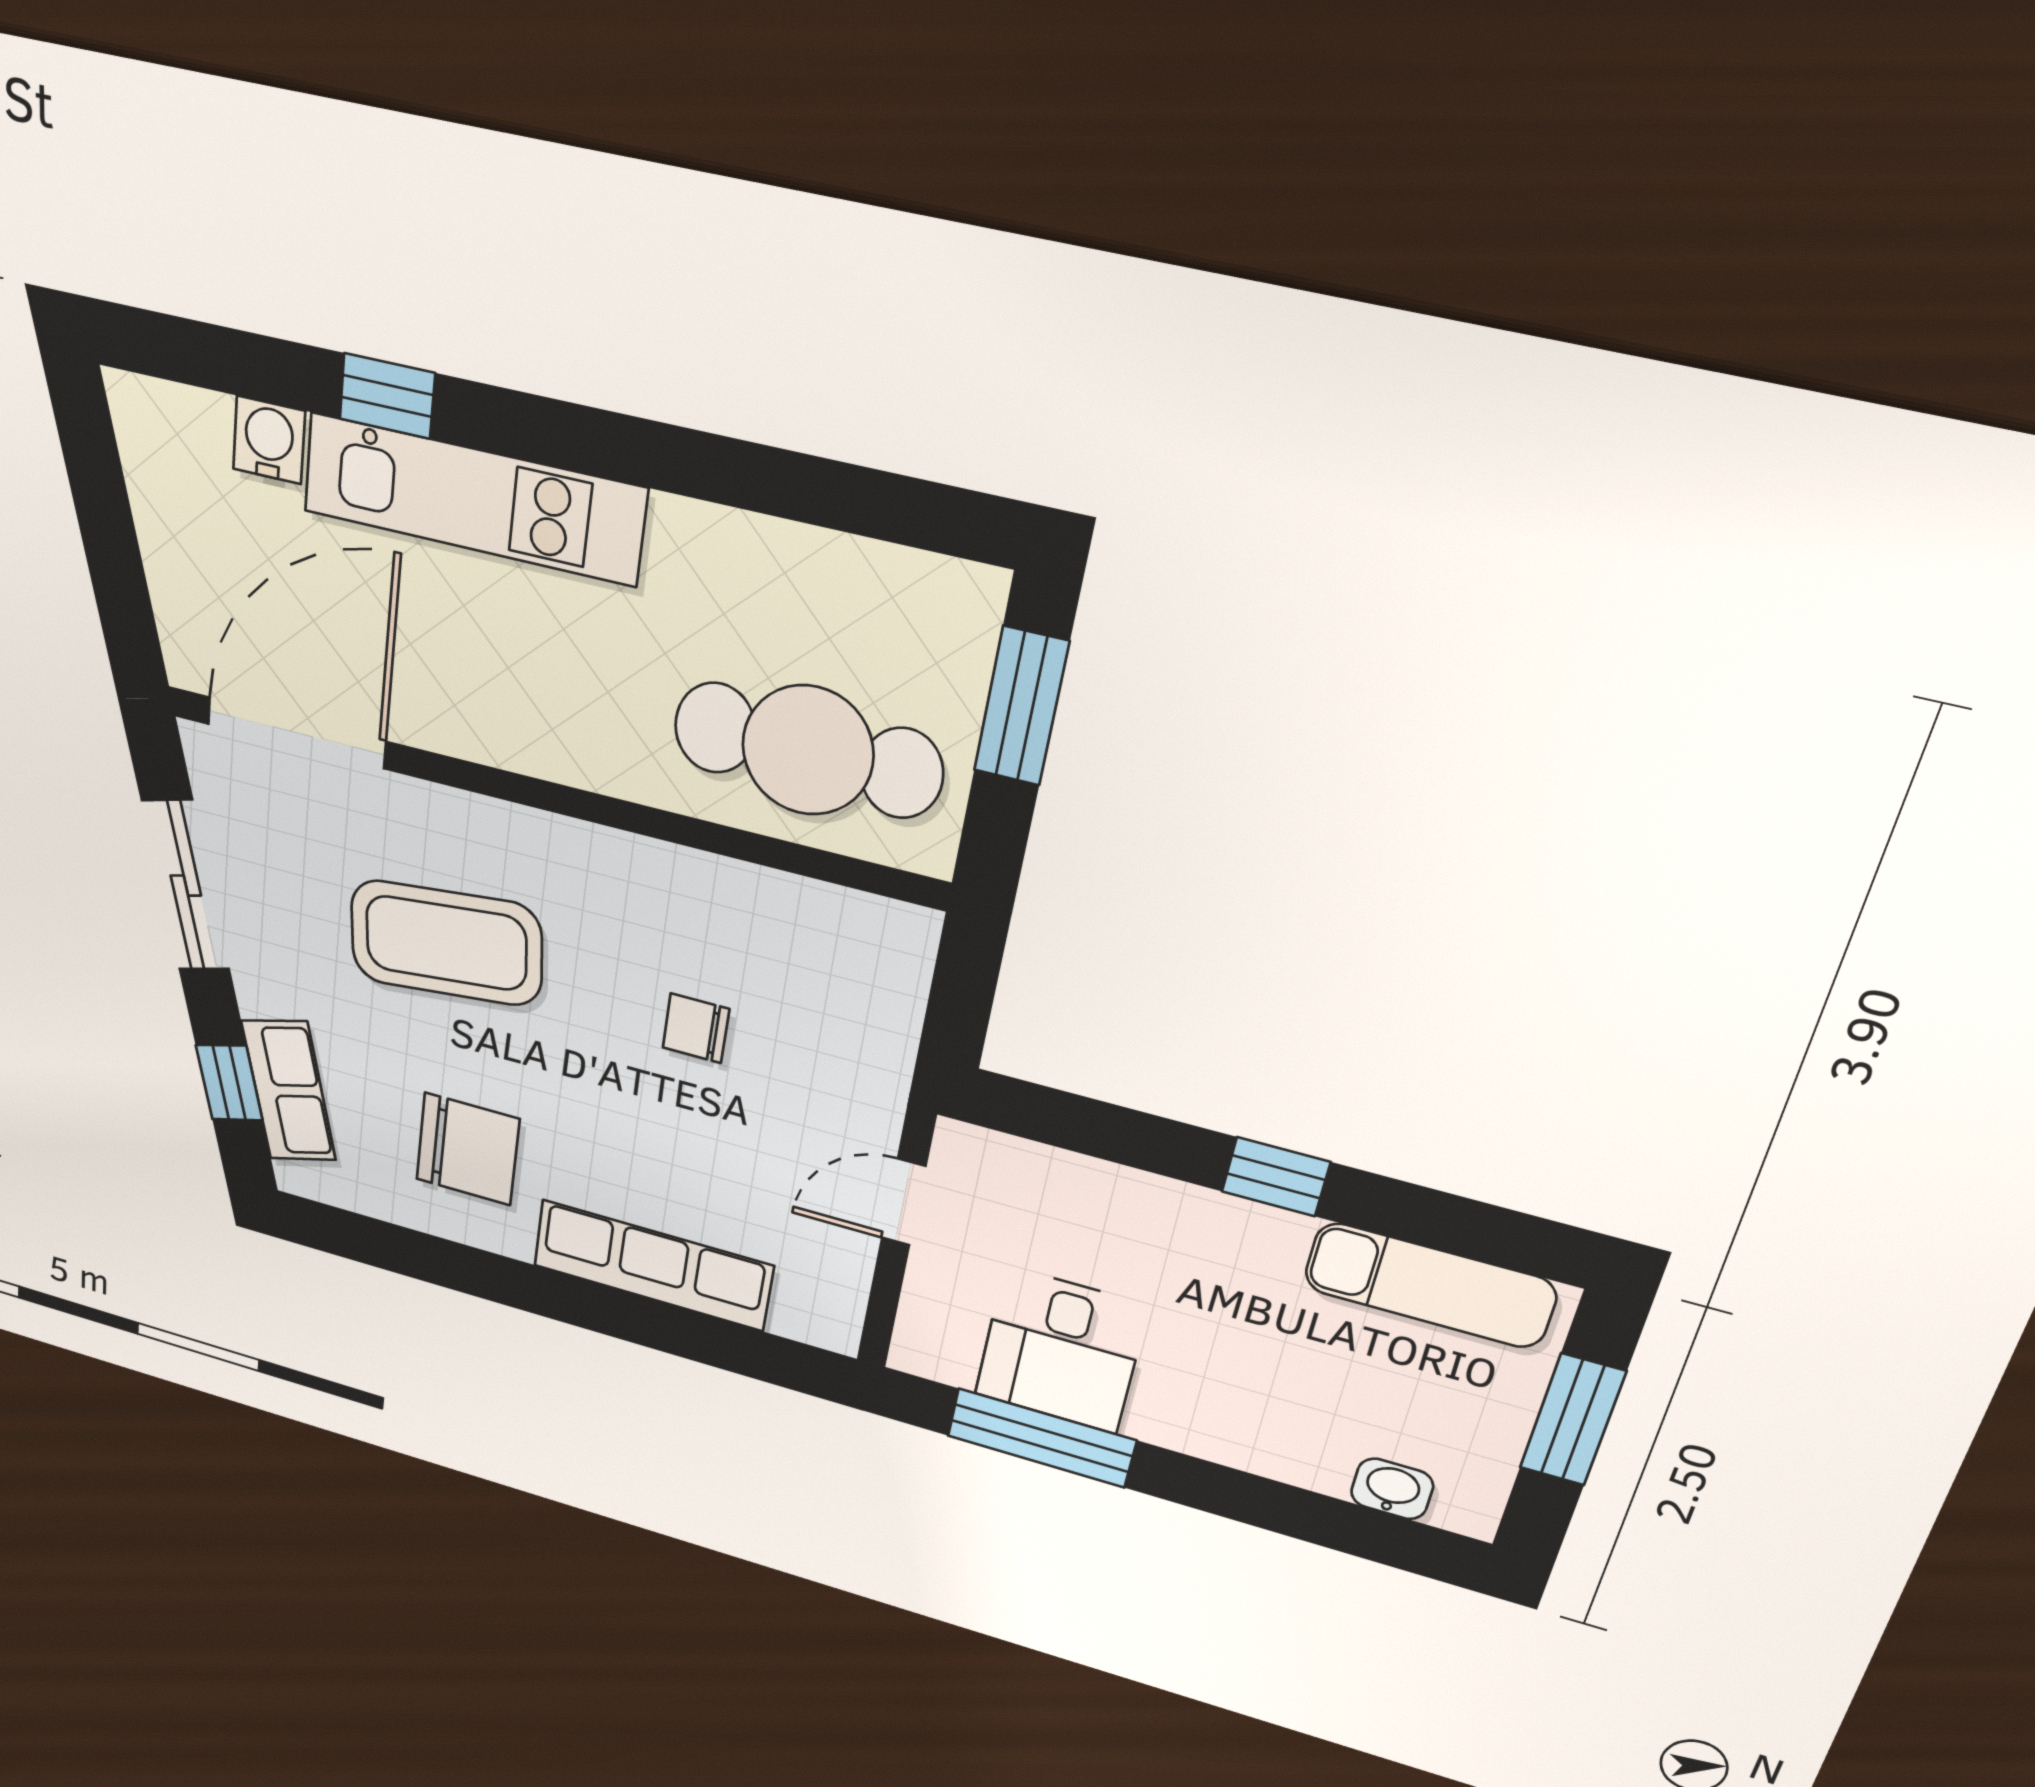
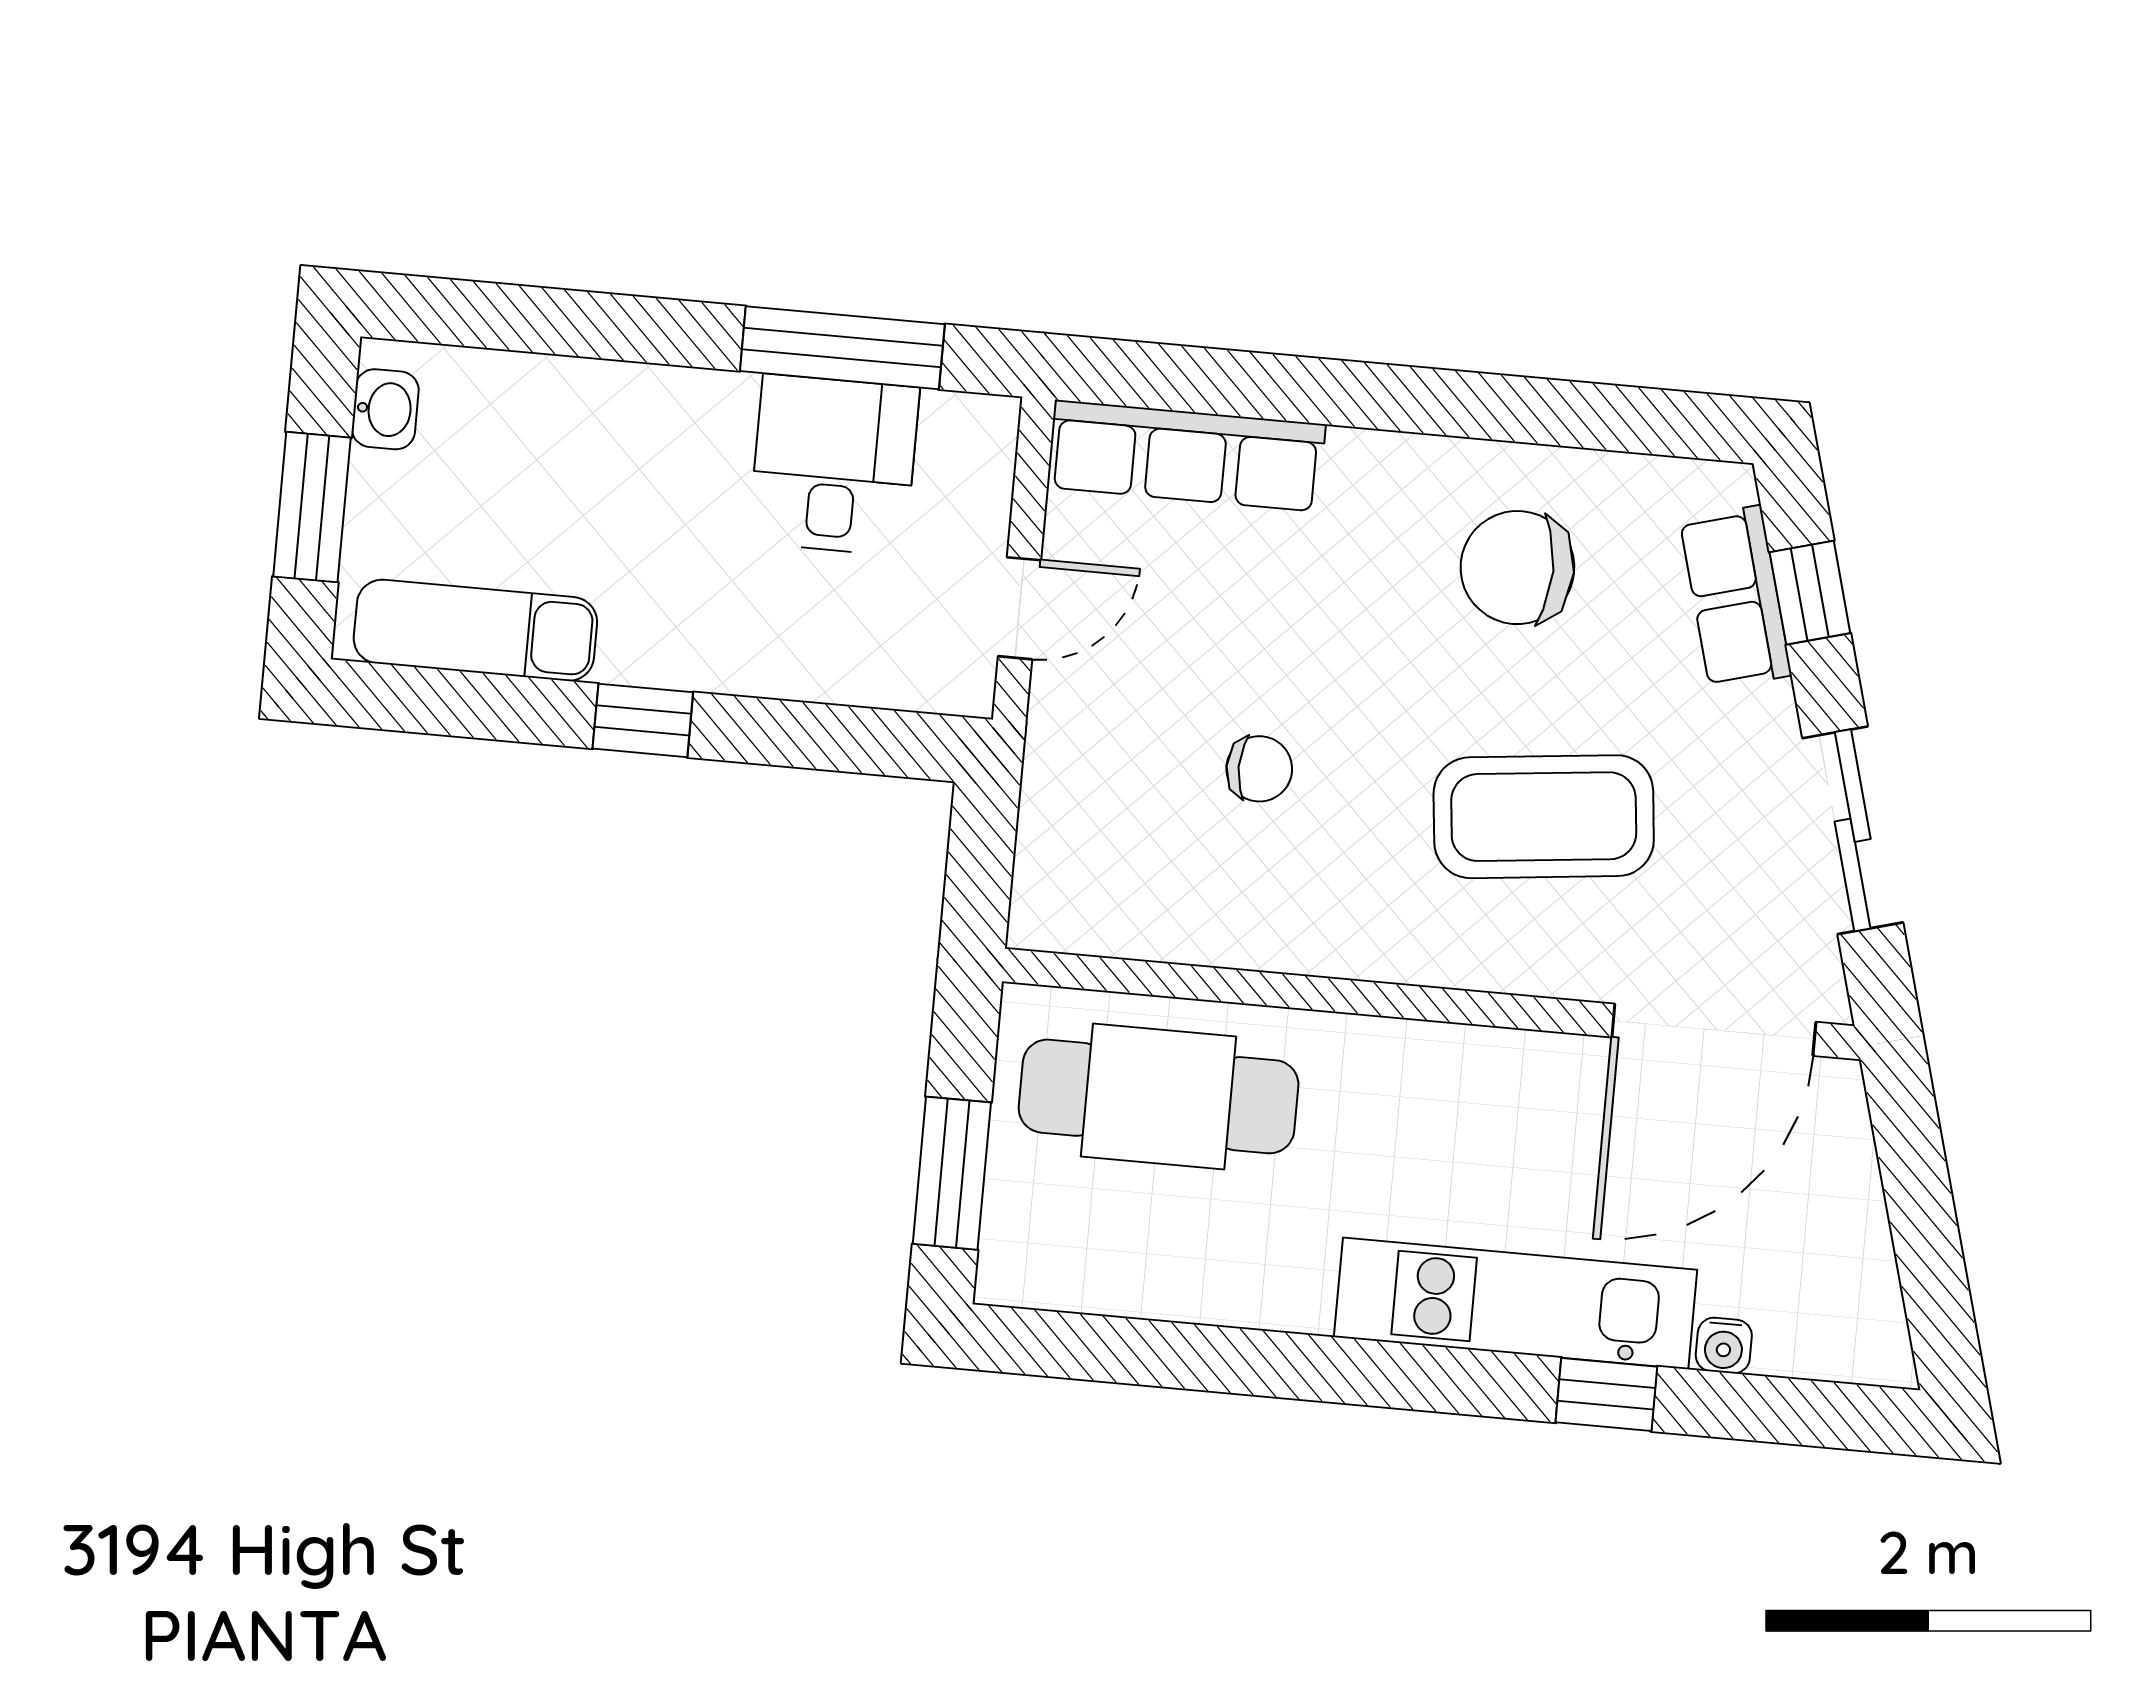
water cooler: (269, 440) -> (1724, 1346), width x0.72, depth x0.72
row of seats: (653, 1265) -> (1186, 456), moved
washbasin: (1392, 1489) -> (385, 409), moved, turned -90

